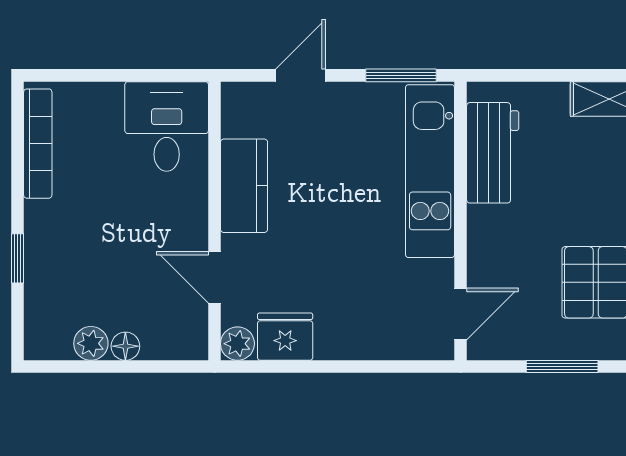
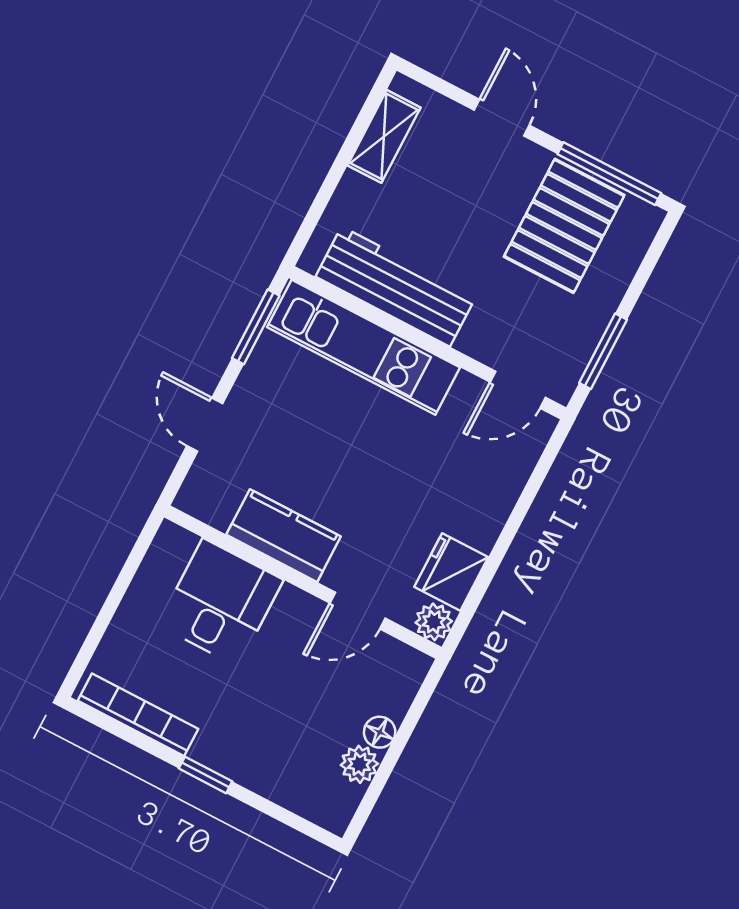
desk: (167, 126) -> (221, 602), moved, turned 90
workbench: (493, 153) -> (396, 286), width x1.38
window: (18, 258) -> (206, 775), moved
door: (461, 314) -> (518, 390), swing flipped
window: (562, 367) -> (603, 351), moved

